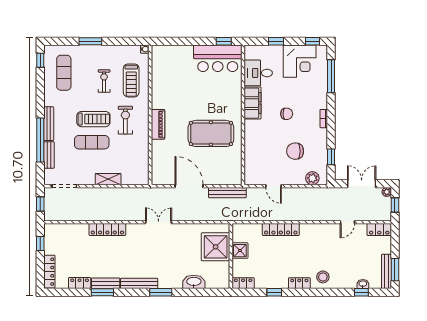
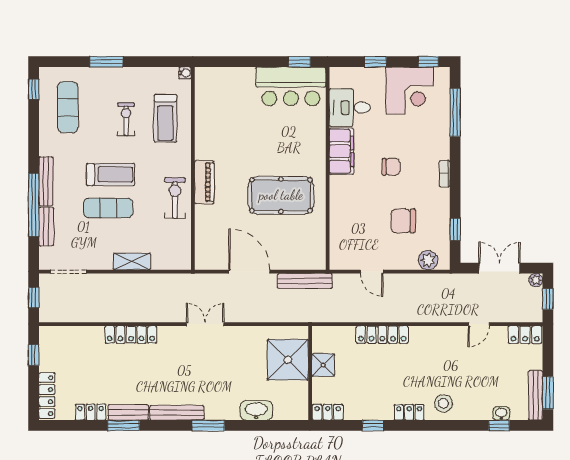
exercise bike: (125, 120) -> (175, 198), moved

